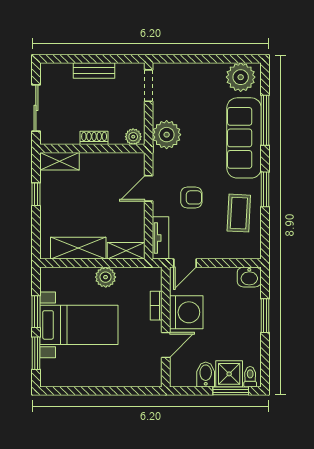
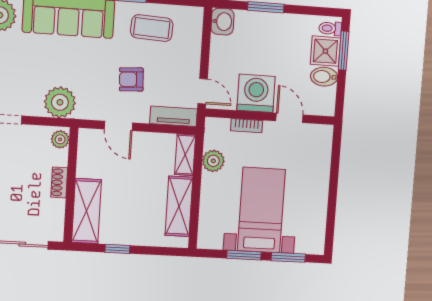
shelving: (59, 161) -> (87, 211), width x1.50, depth x1.33
armchair: (191, 197) -> (131, 79), turned -93
plant: (106, 277) -> (213, 161), moved

